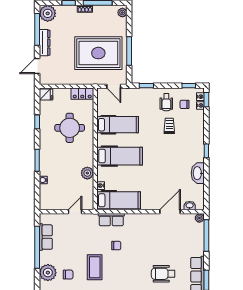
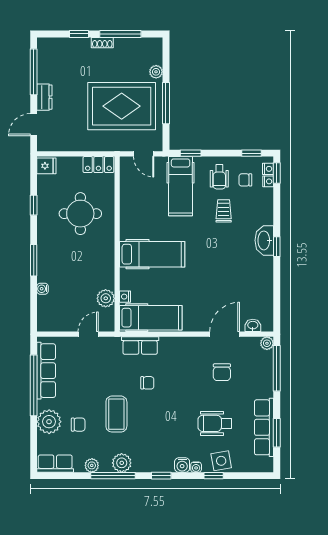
plant: (48, 13) -> (49, 49), removed
plant: (122, 13) -> (156, 72), moved
dresser: (45, 43) -> (44, 97), width x0.70
hospital bed: (118, 125) -> (181, 186), moved, turned 90
plant: (87, 173) -> (106, 298), moved
washbasin: (198, 173) -> (264, 240), moved
row of seats: (46, 237) -> (46, 371), width x1.48
chair: (168, 238) -> (222, 372), added

